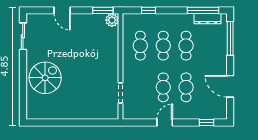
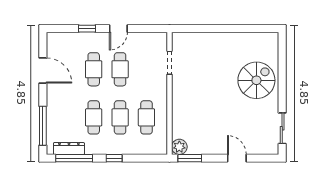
window: (148, 10) -> (114, 158), moved
spiral stairs: (45, 78) -> (256, 80), turned 180
window: (206, 123) -> (87, 29), moved

